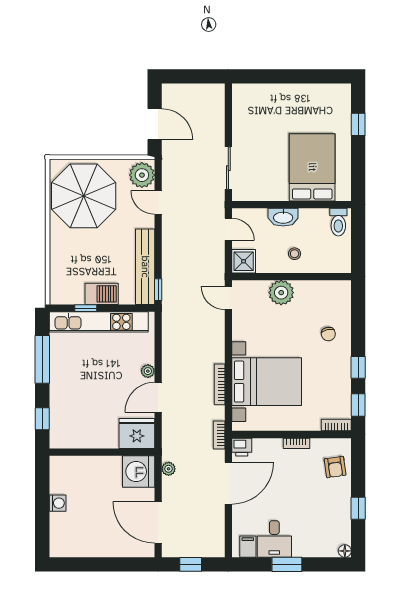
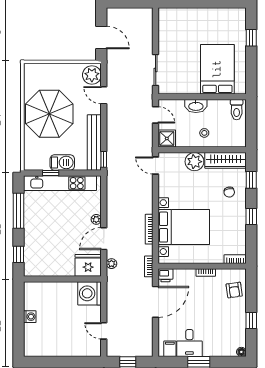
parasol: (84, 196) -> (49, 114), moved
wardrobe: (323, 291) -> (225, 160), added
window: (358, 405) -> (251, 180), moved
plant: (169, 469) -> (111, 264), moved
door: (158, 522) -> (104, 331), width x0.53

